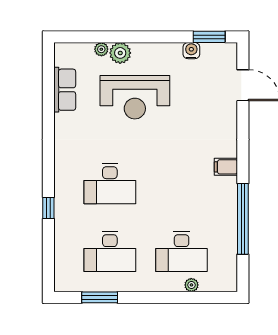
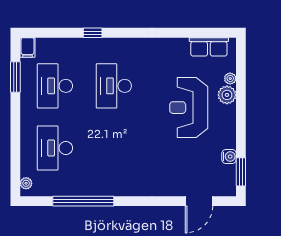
row of seats: (65, 90) -> (209, 47), moved
filing cabinet: (226, 167) -> (28, 47), moved, turned 180
plant: (191, 285) -> (26, 183), moved

